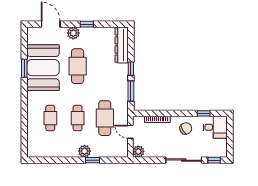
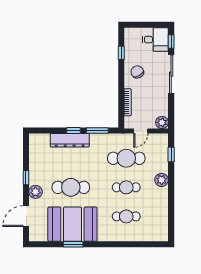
dresser: (122, 45) -> (70, 140), moved
desk: (215, 127) -> (155, 40), moved, turned 90
window: (92, 160) -> (171, 154), moved

